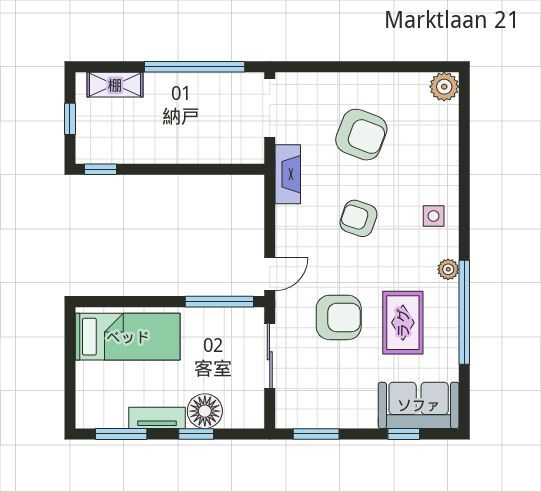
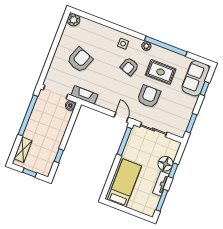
boiler: (253, 152) -> (70, 105), added
window: (100, 169) -> (59, 156), moved
armchair: (358, 218) -> (129, 66), moved

